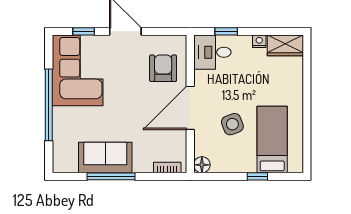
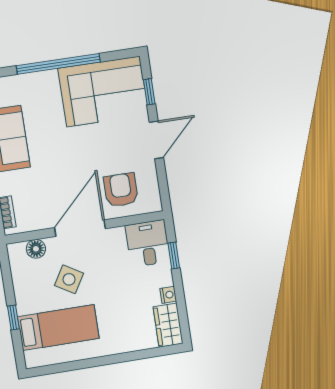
armchair: (163, 68) -> (121, 190), turned -90
door: (190, 108) -> (80, 228), hinge flipped
side table: (232, 124) -> (69, 279), turned -38
floor lamp: (202, 165) -> (36, 249), moved

